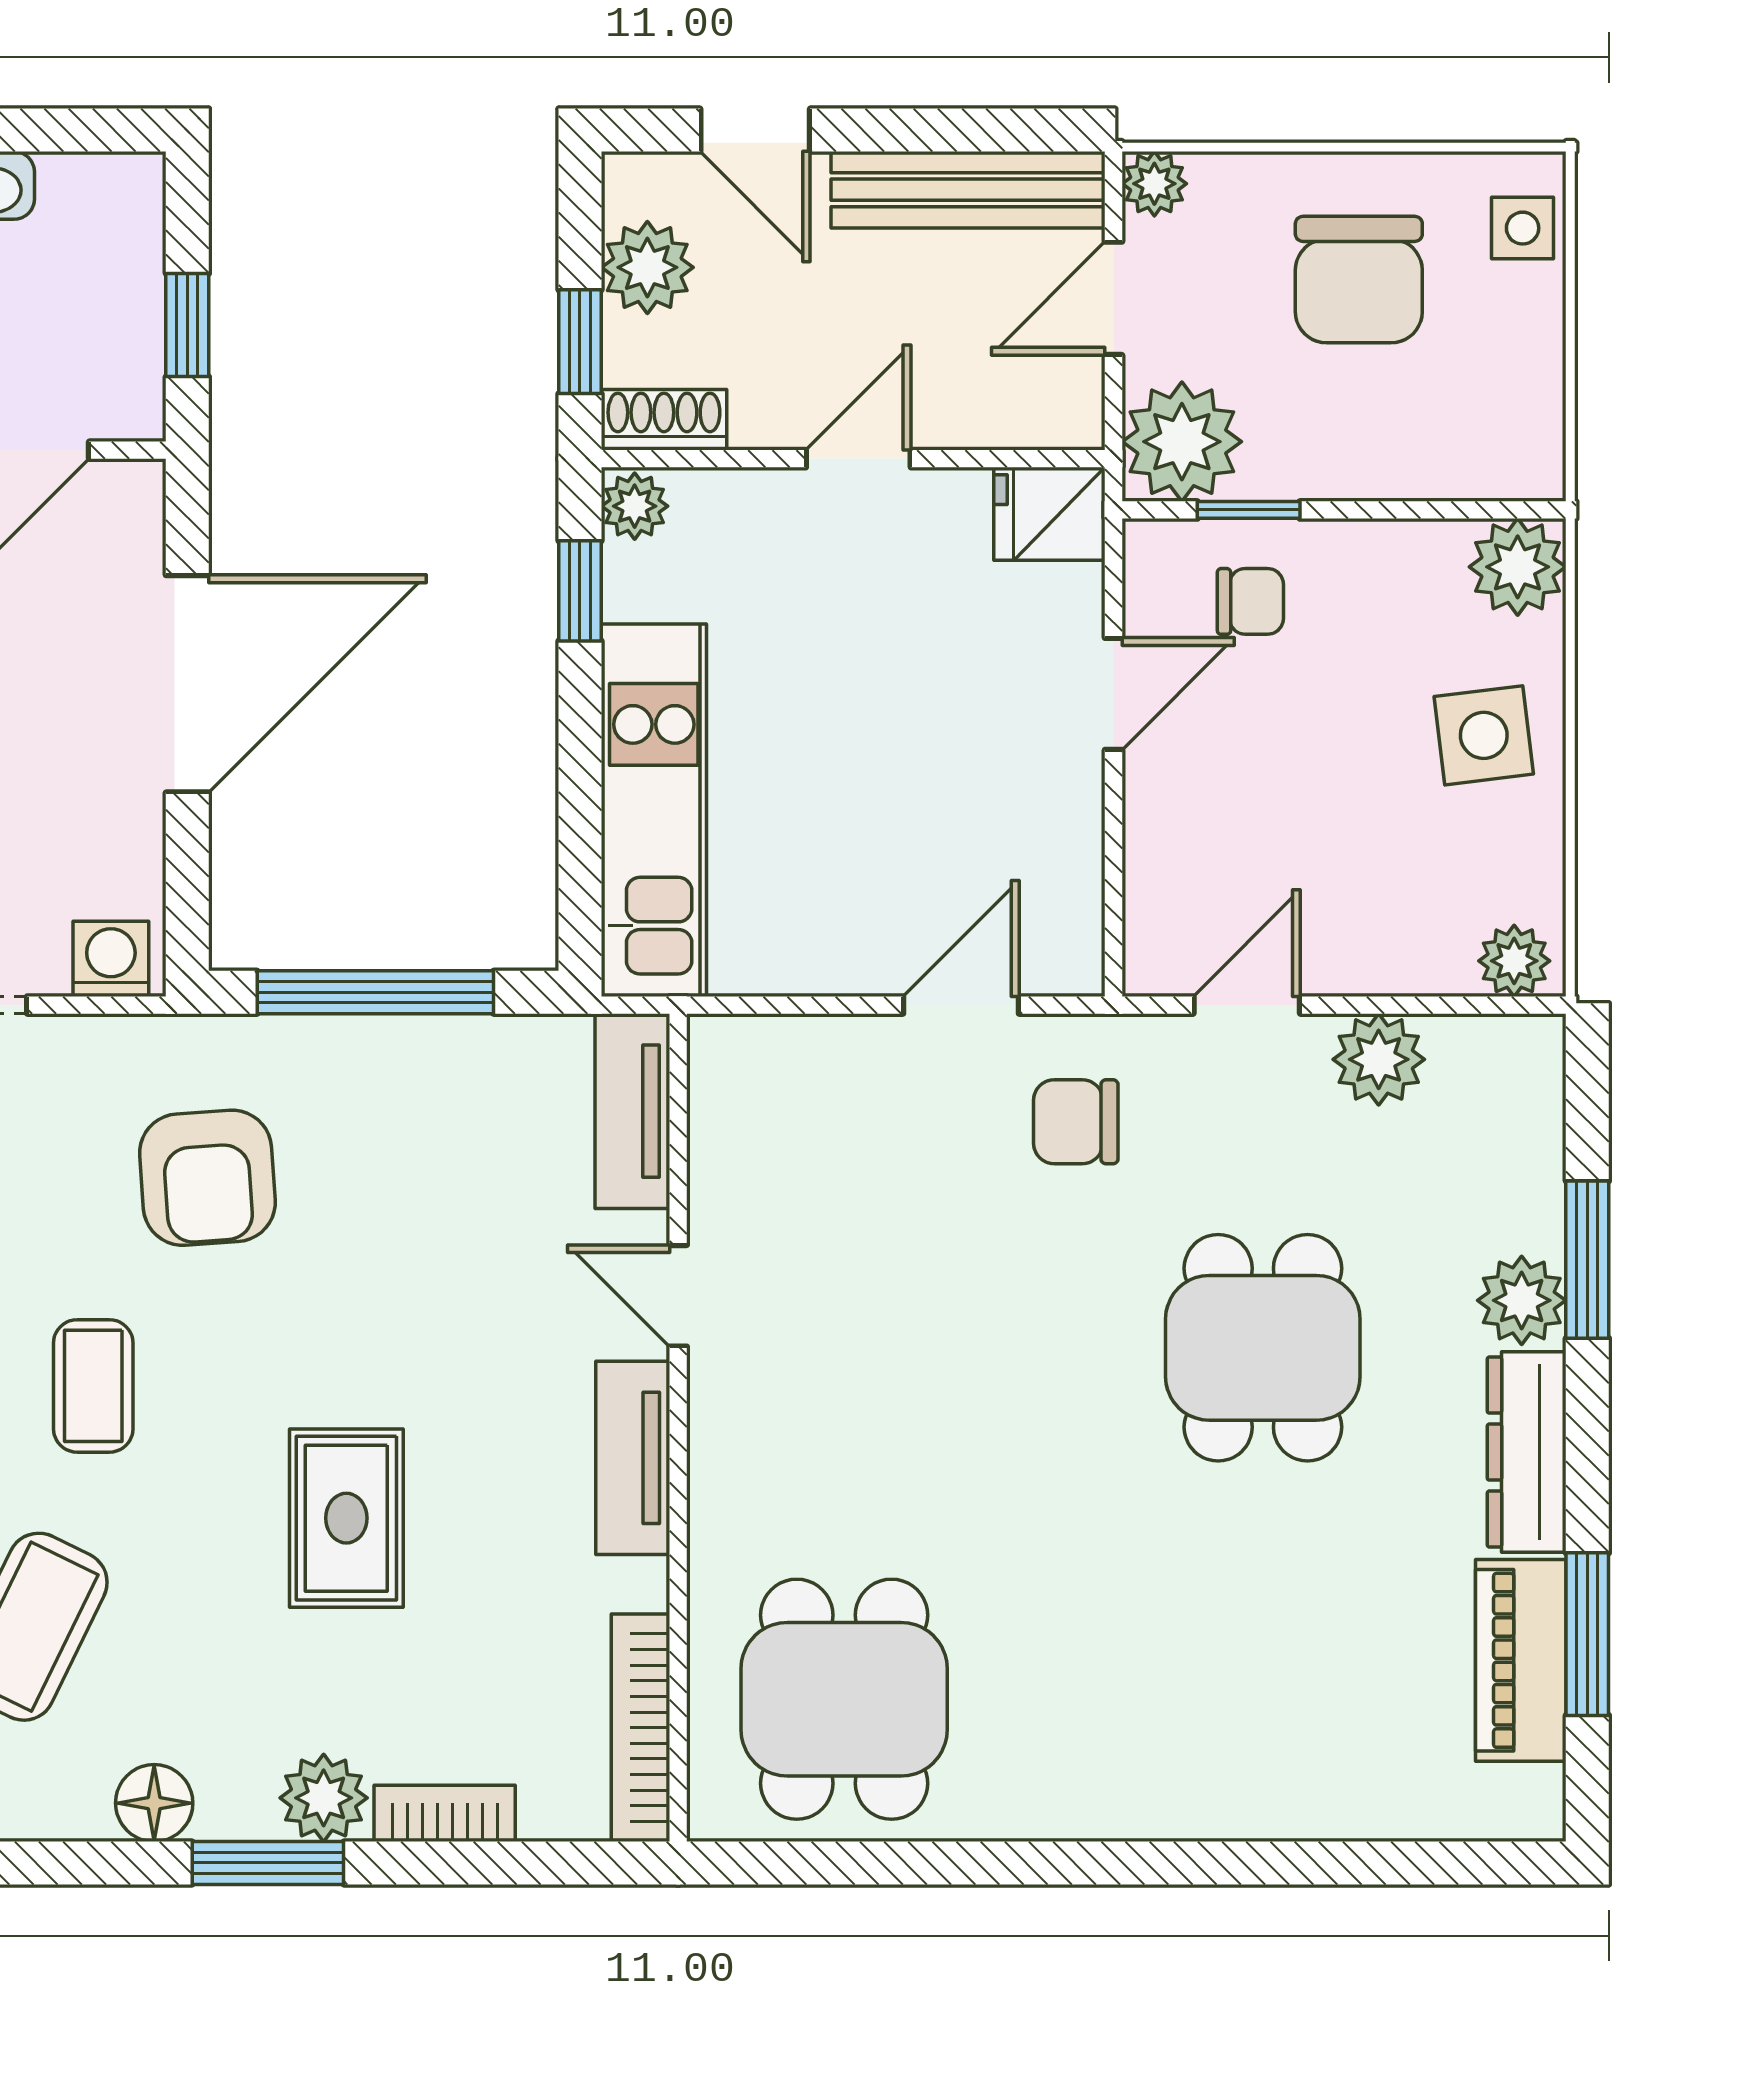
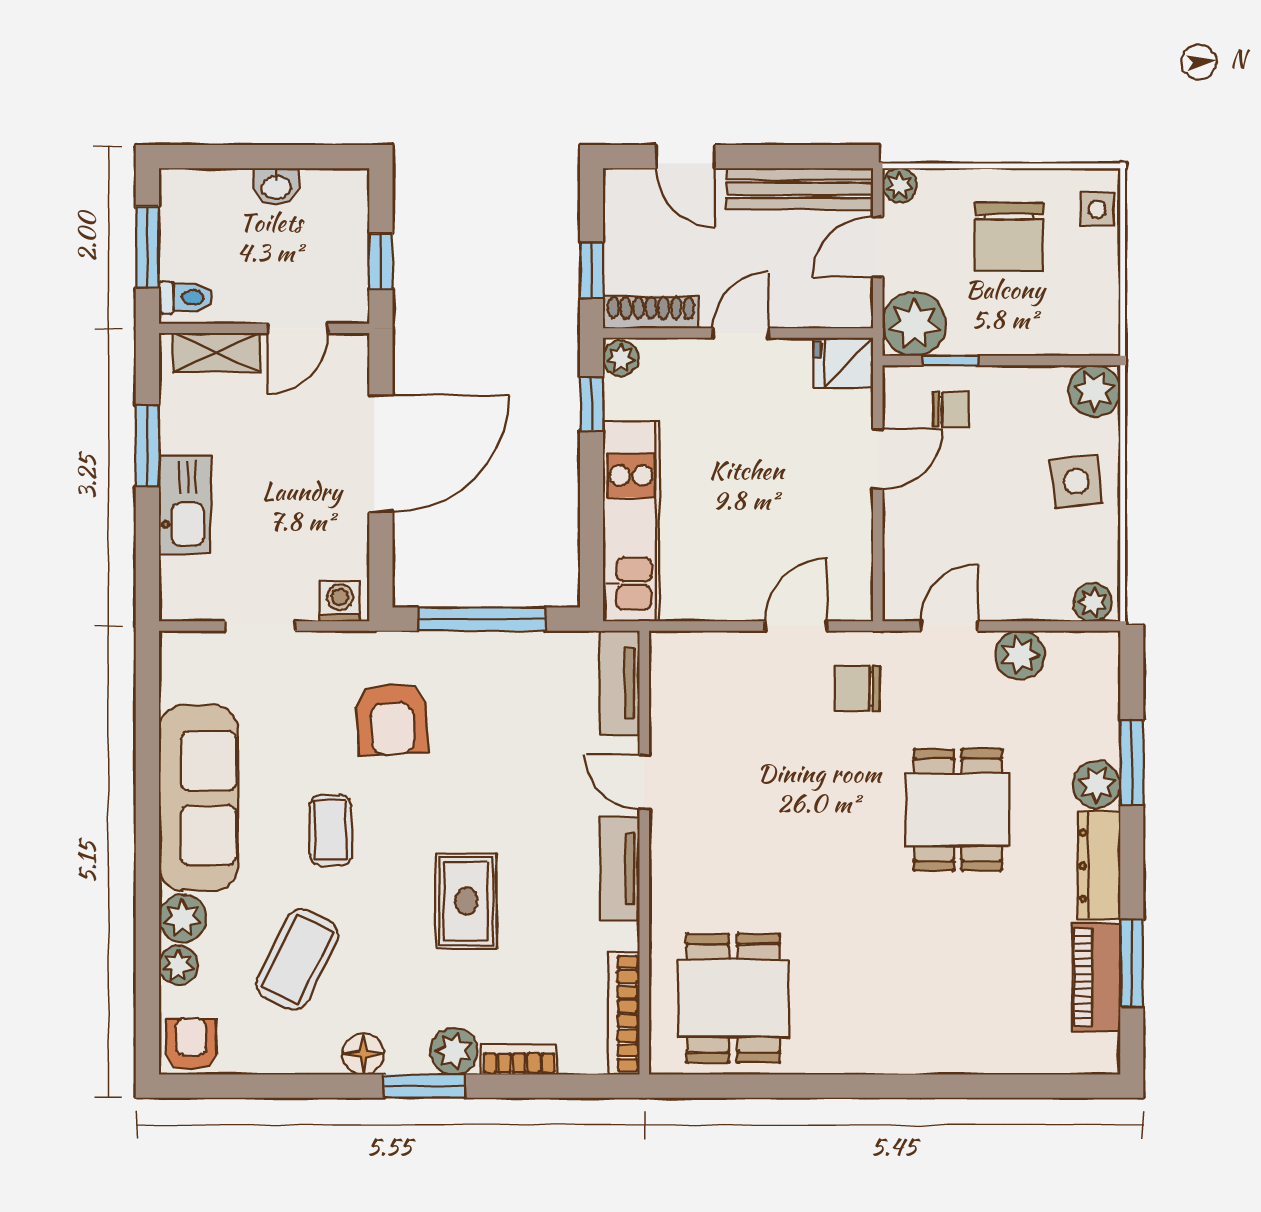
plant: (647, 267) -> (628, 230), removed
shoe rack: (664, 420) -> (651, 312), width x1.43

